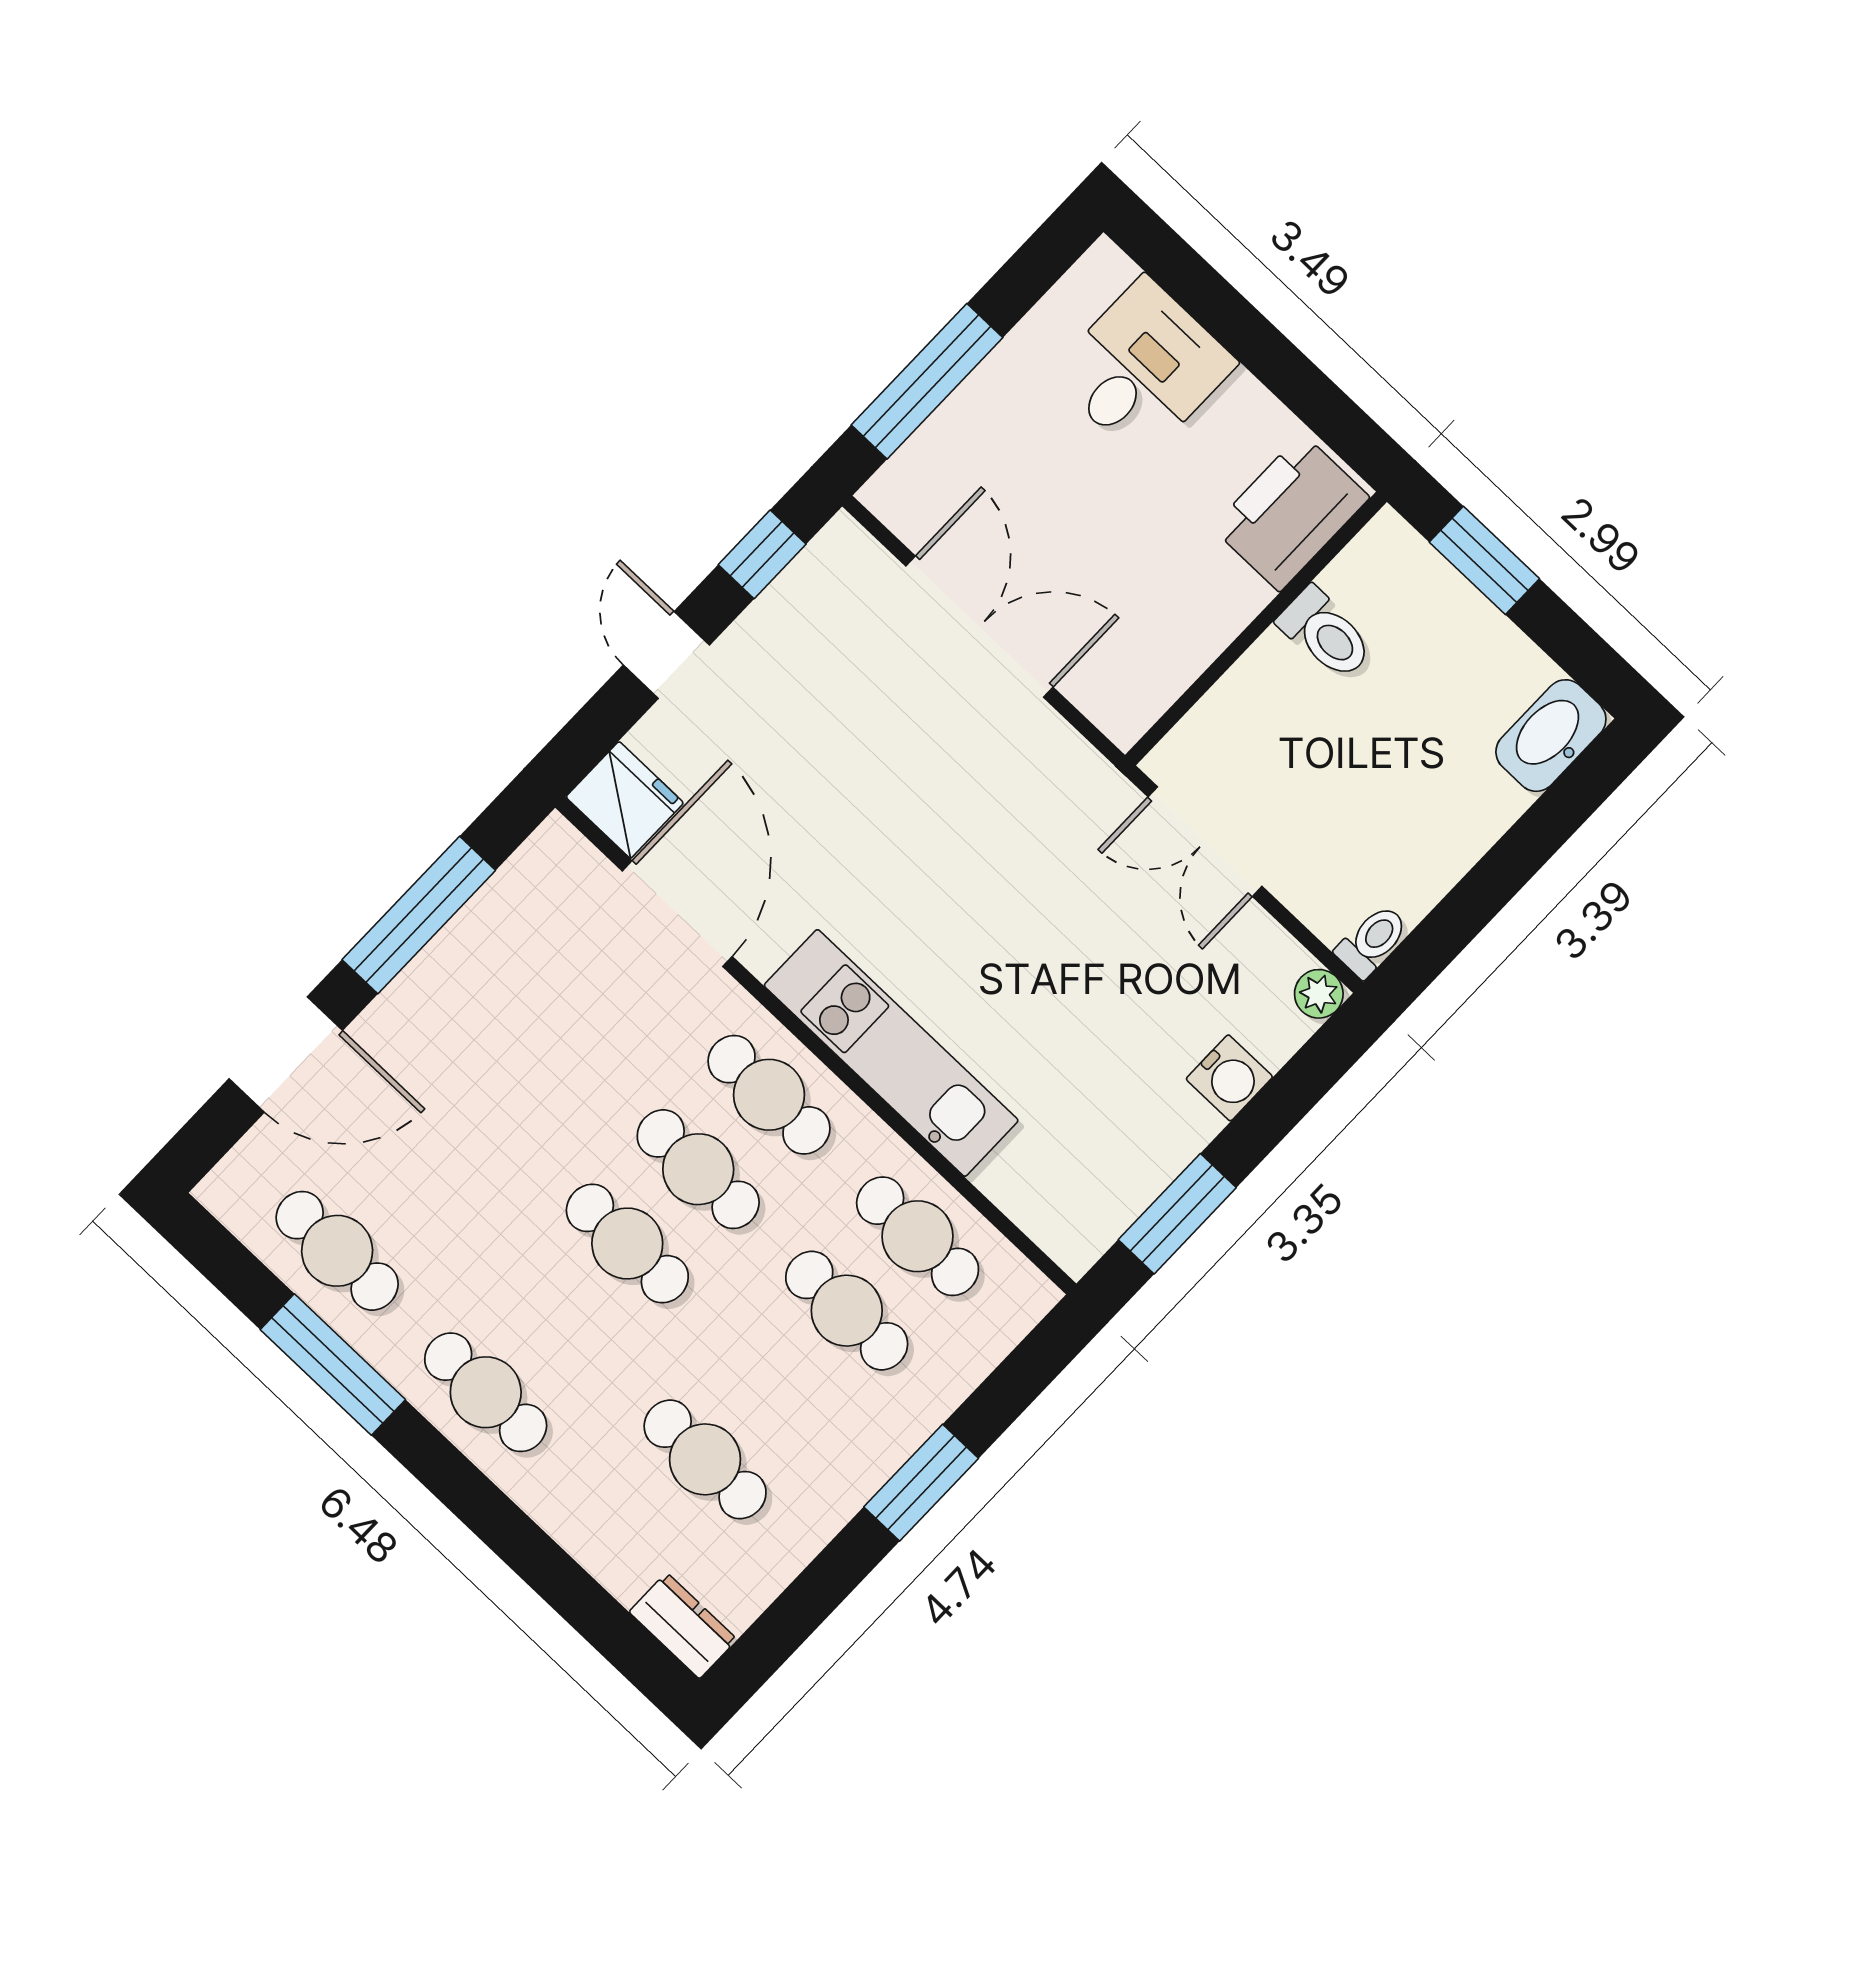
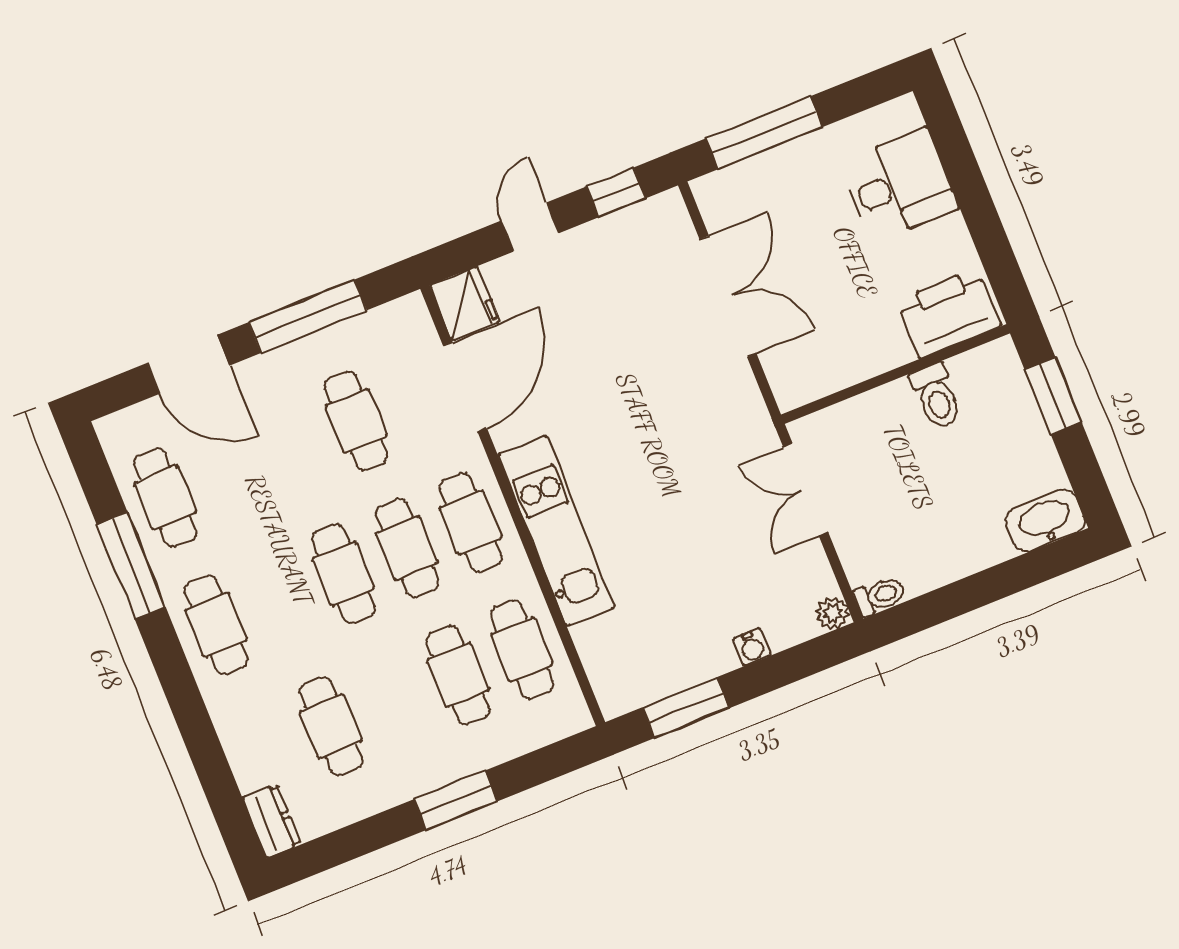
cafe table: (550, 1028) -> (356, 421), added
water cooler: (1229, 1078) -> (752, 647), width x0.72, depth x0.72

